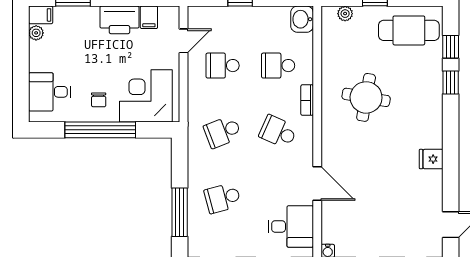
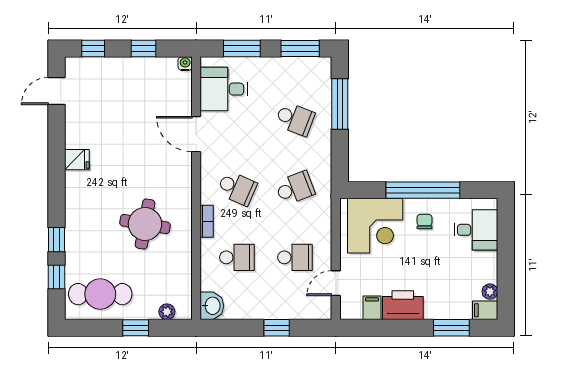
school desk: (223, 198) -> (295, 119), turned 36

